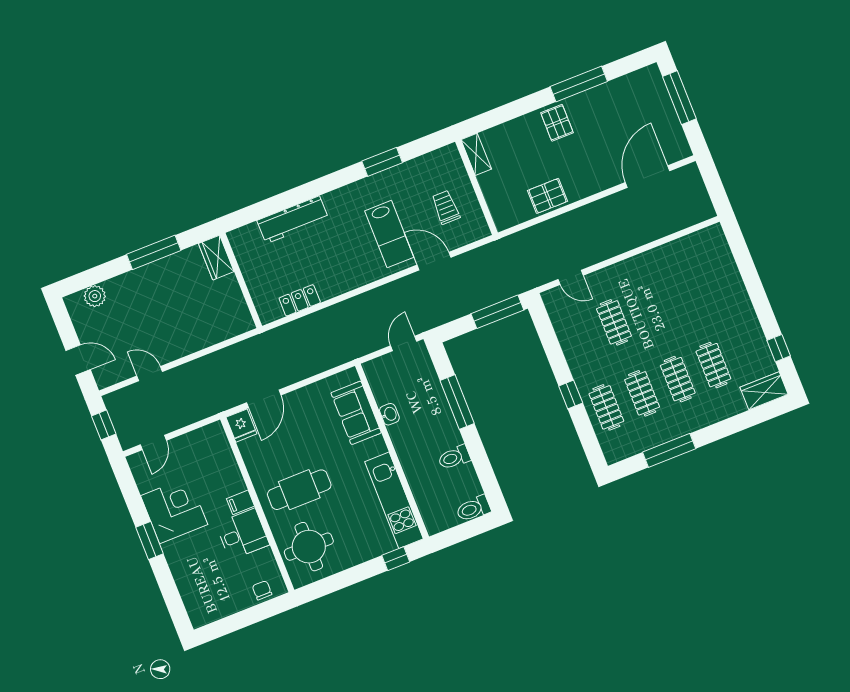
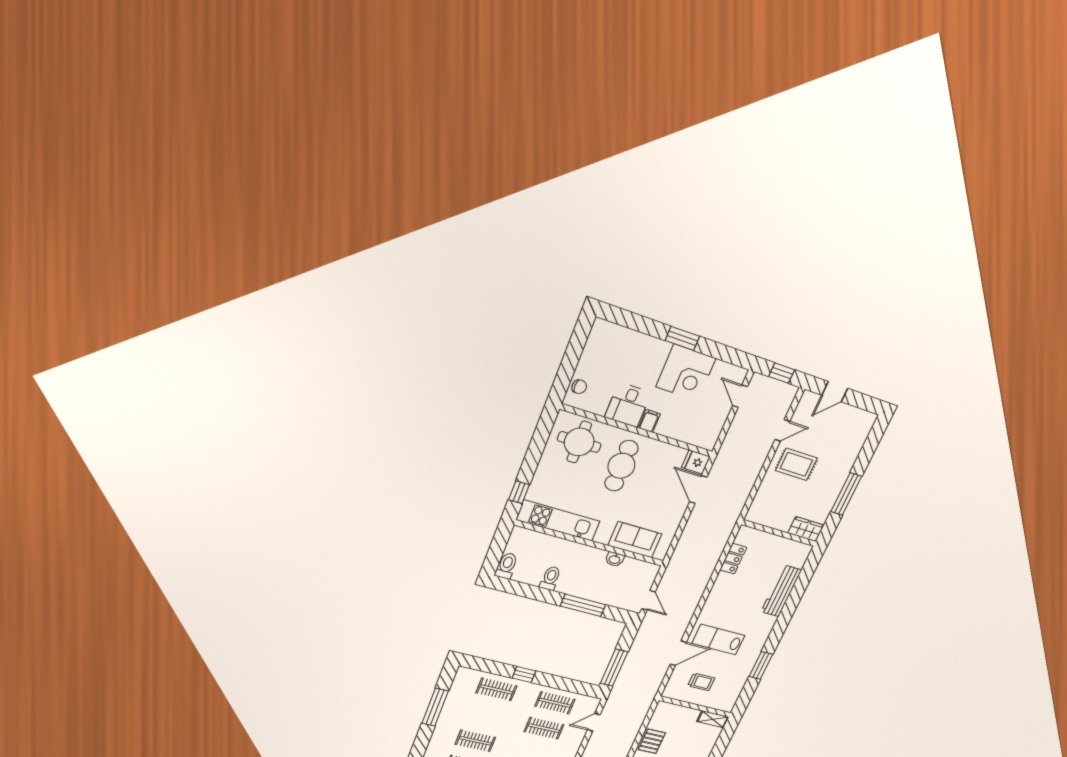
plant: (95, 296) -> (859, 436), removed
rug: (167, 329) -> (796, 464), added
clothes rail: (642, 393) -> (555, 703), moved

